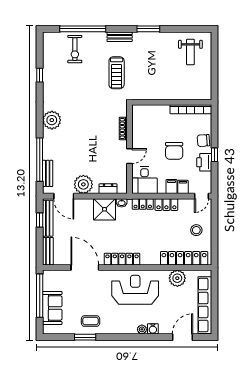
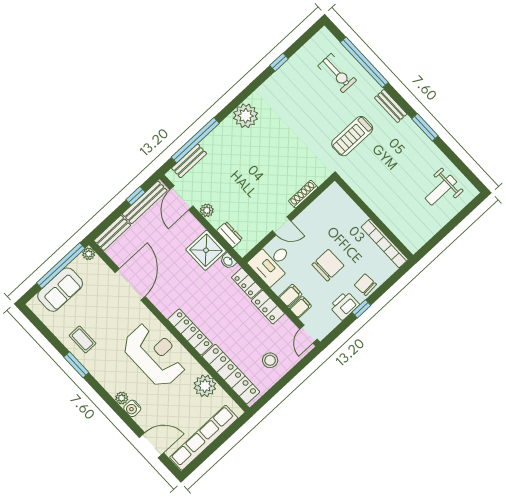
exercise bike: (75, 49) -> (337, 73), turned -90
chair: (174, 151) -> (328, 265), turned 180
plant: (83, 184) -> (207, 210), width x0.53, depth x0.53
door: (202, 196) -> (309, 334), hinge flipped
locker: (122, 259) -> (190, 332), moved
plant: (47, 275) -> (89, 254), added
window: (85, 337) -> (76, 365), moved

